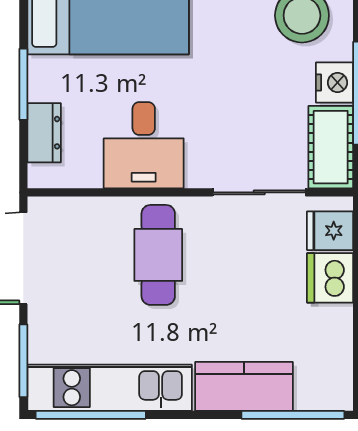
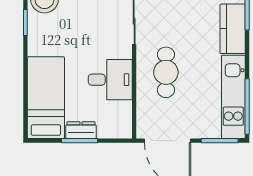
dresser: (44, 133) -> (81, 130), moved
cafe table: (158, 255) -> (166, 72), turned 90

